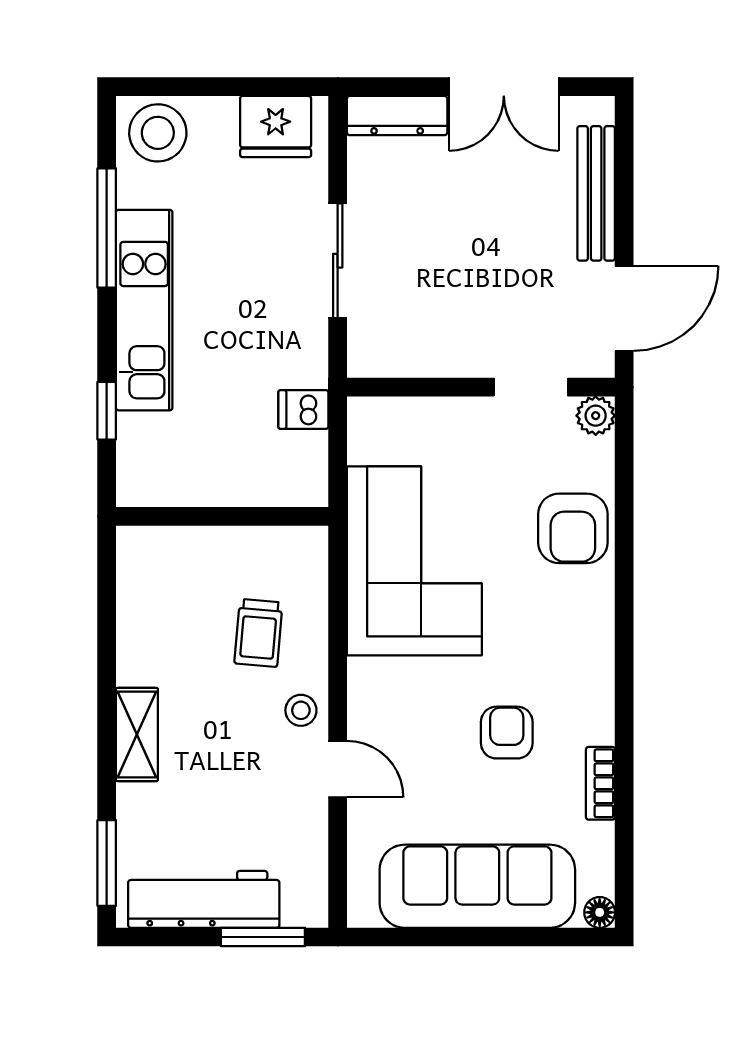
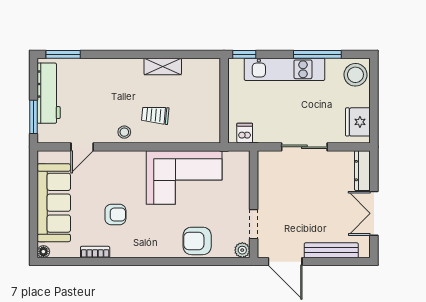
wall: (222, 516) -> (224, 101), moved
shelving: (137, 734) -> (163, 66), moved
door: (338, 769) -> (82, 147), moved

